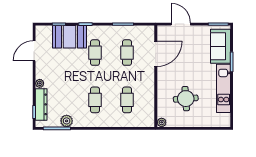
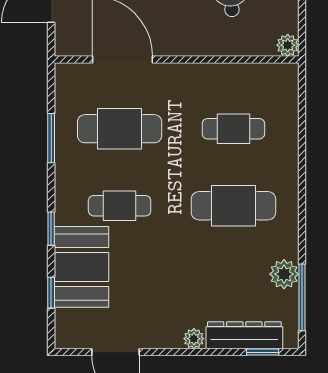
cafe table: (127, 53) -> (120, 129), width x1.37, depth x1.35
cafe table: (95, 100) -> (233, 206), width x1.37, depth x1.35

